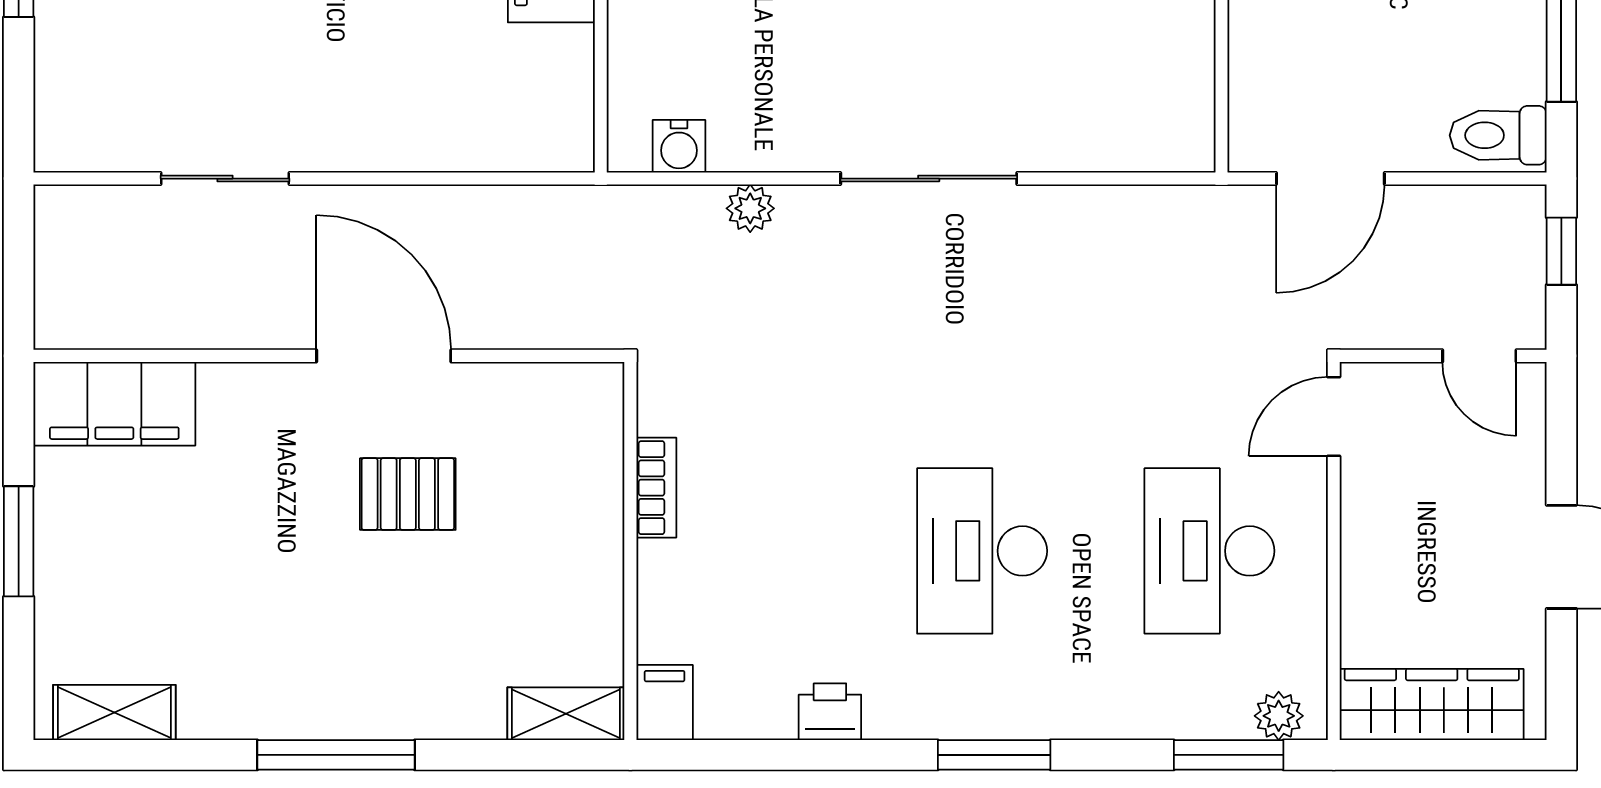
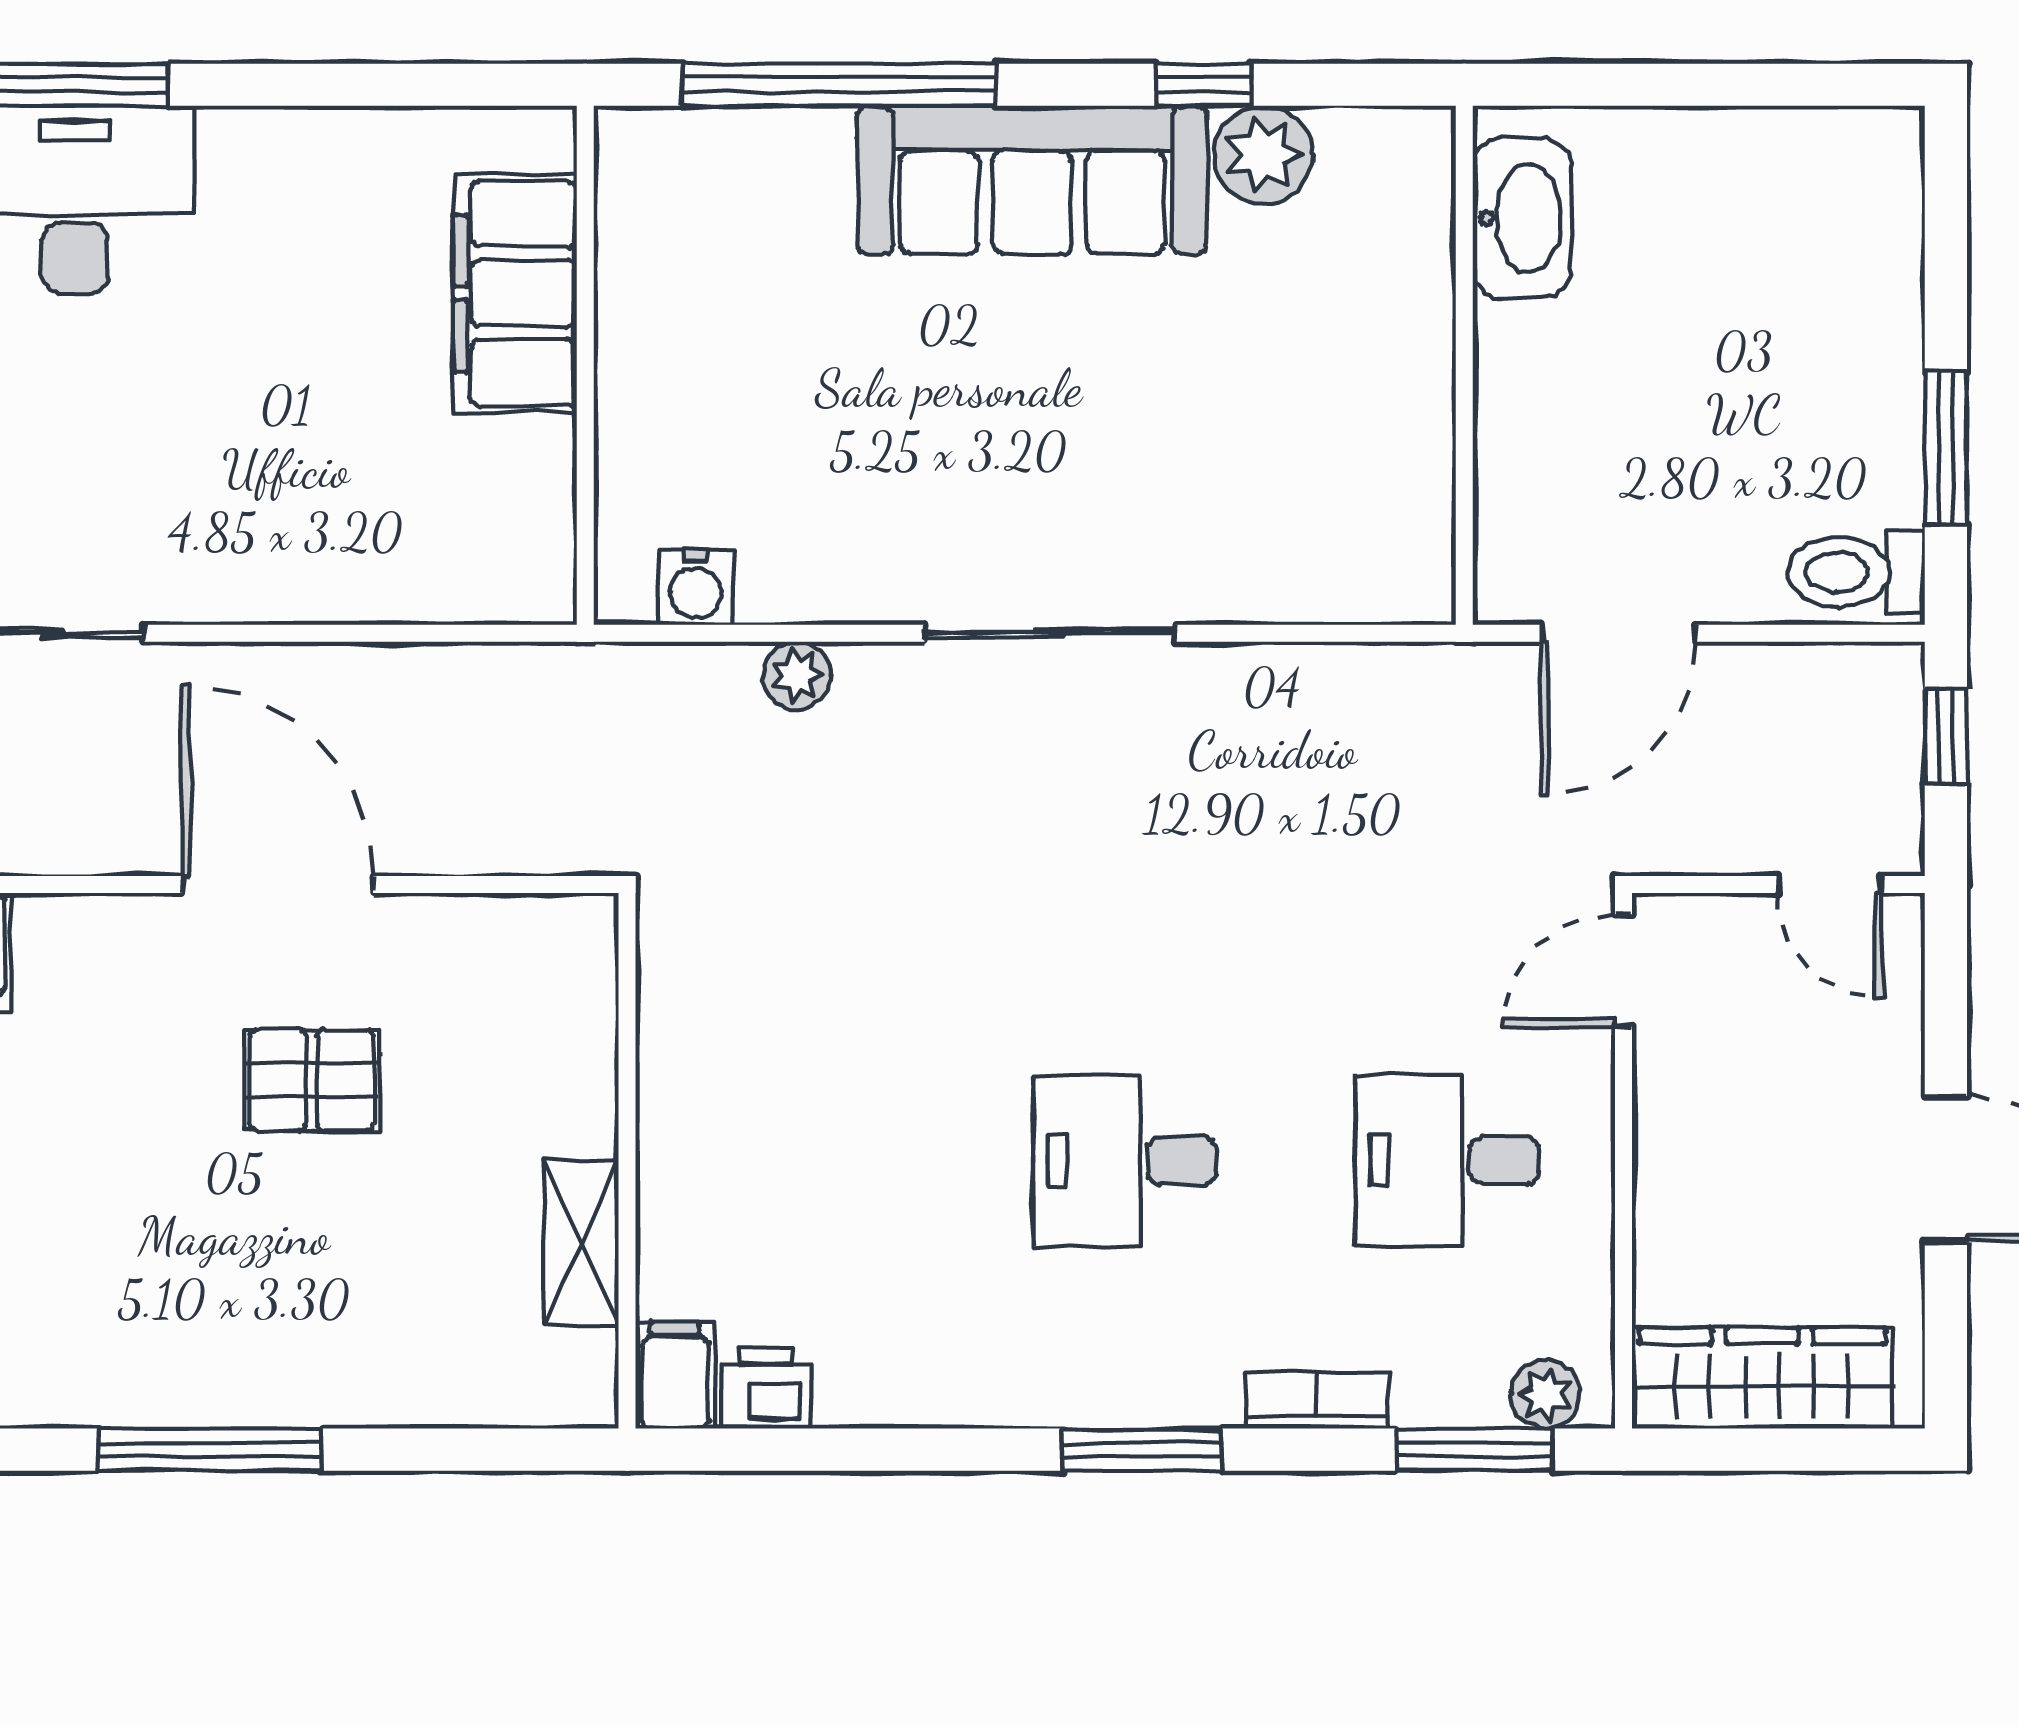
bookcase: (656, 488) -> (1317, 1400), moved, turned -90
desk: (982, 551) -> (1125, 1161), width x0.73
desk: (1209, 551) -> (1447, 1161), width x0.73
printer: (830, 712) -> (766, 1388), moved
shelving: (566, 714) -> (581, 1243), moved, turned 90

